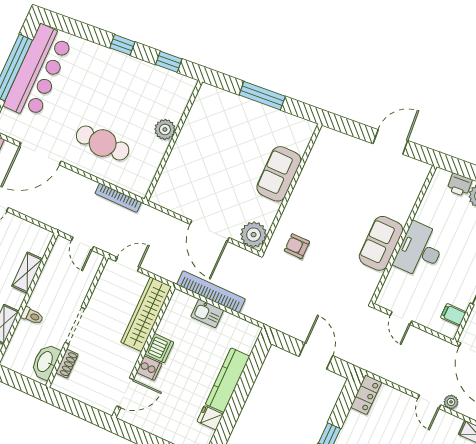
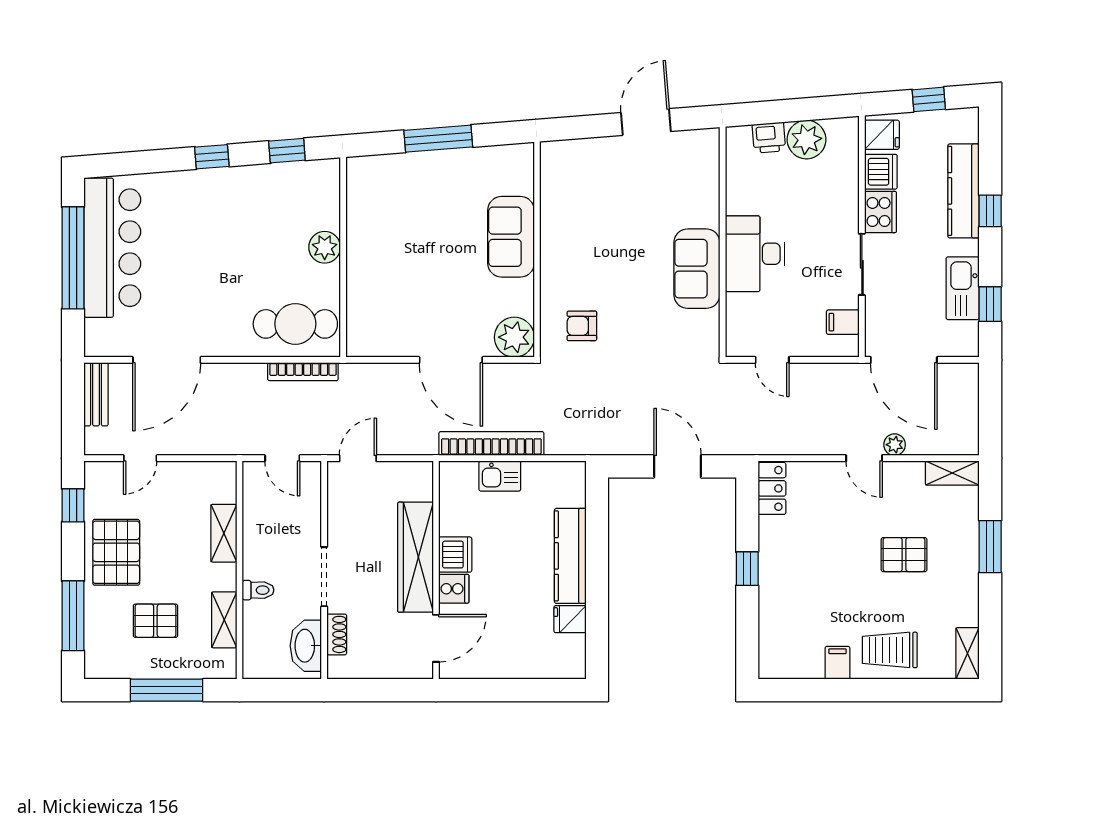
cafe table: (103, 143) -> (295, 324), moved
wardrobe: (146, 314) -> (415, 557), moved

